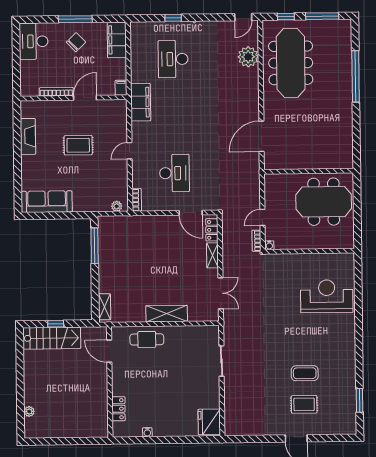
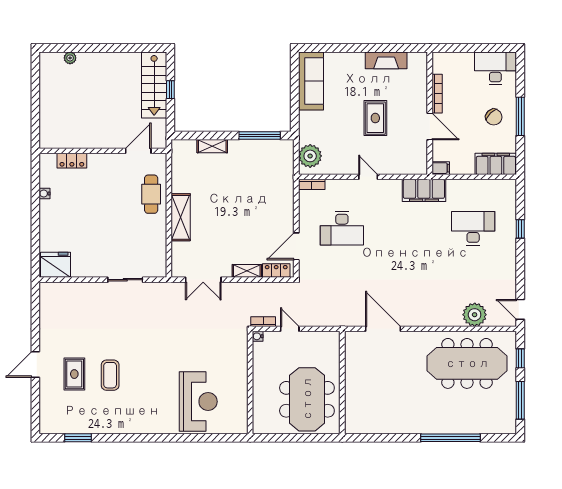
plant: (117, 206) -> (310, 156), width x1.88, depth x1.88
shelving: (105, 307) -> (212, 146), moved

